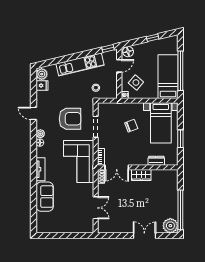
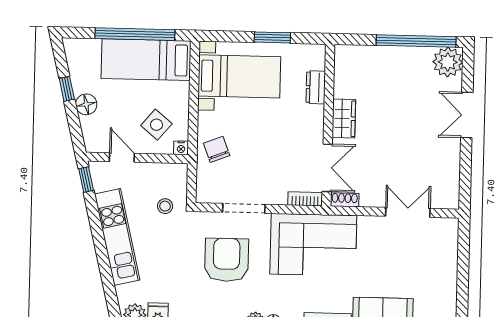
floor lamp: (128, 52) -> (86, 104), moved
chair: (131, 126) -> (217, 149), moved

